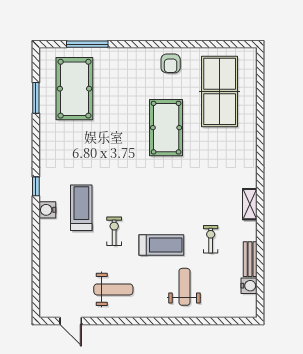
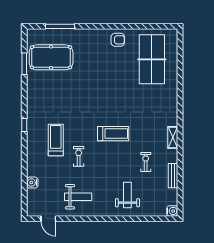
armchair: (171, 63) -> (118, 40), turned -90
pool table: (74, 89) -> (51, 57), turned 90
pool table: (166, 128) -> (115, 84), removed
water cooler: (47, 210) -> (32, 183), moved
treadmill: (161, 245) -> (113, 134), moved
water cooler: (249, 286) -> (172, 211), moved

